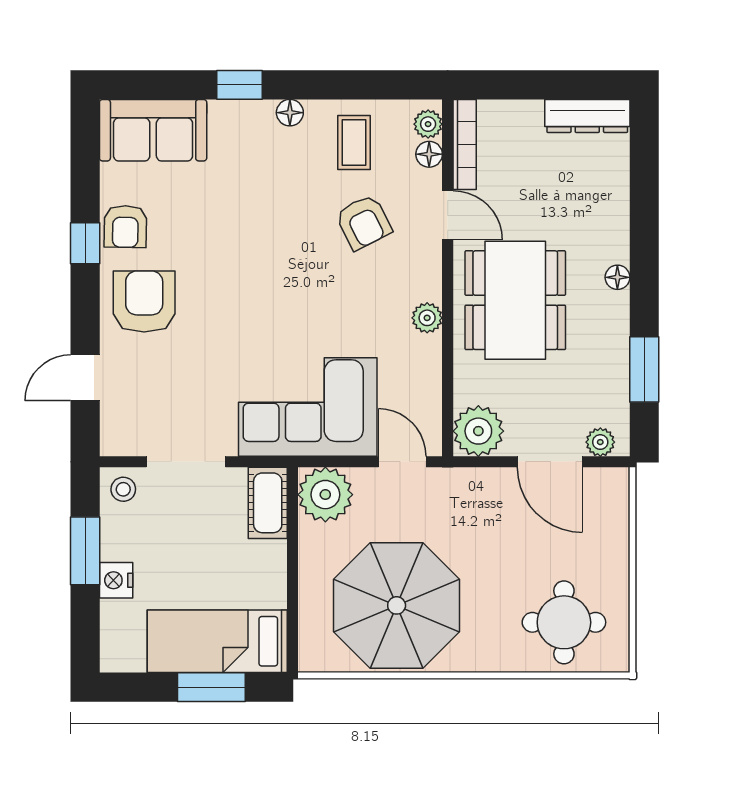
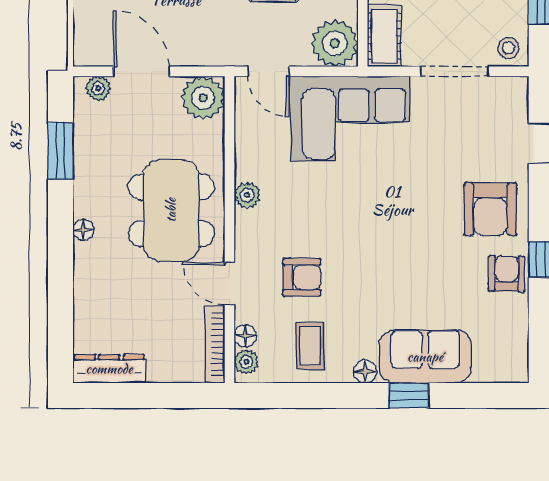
sofa: (153, 130) -> (425, 357), moved
armchair: (364, 222) -> (302, 277), turned 117

